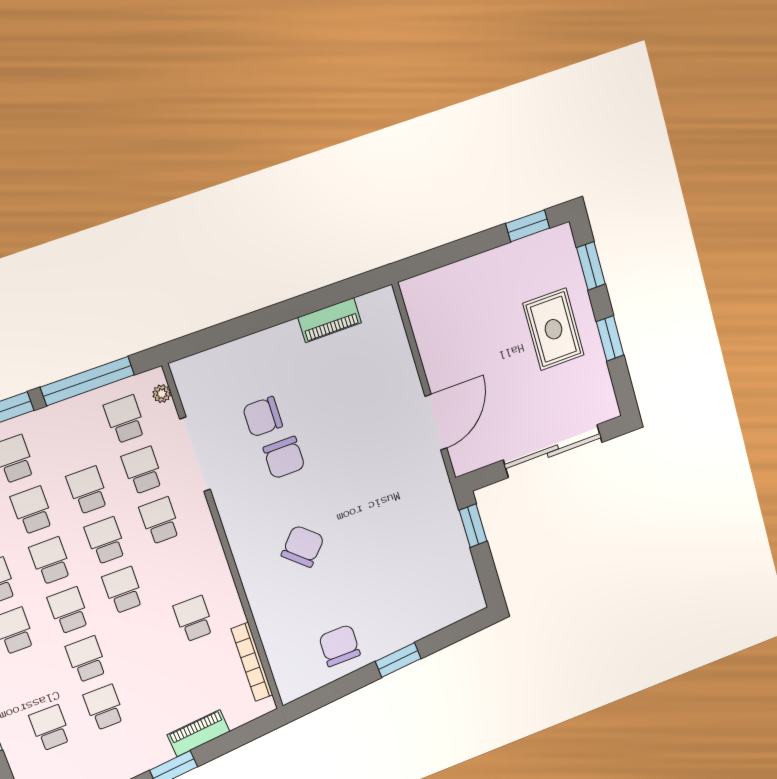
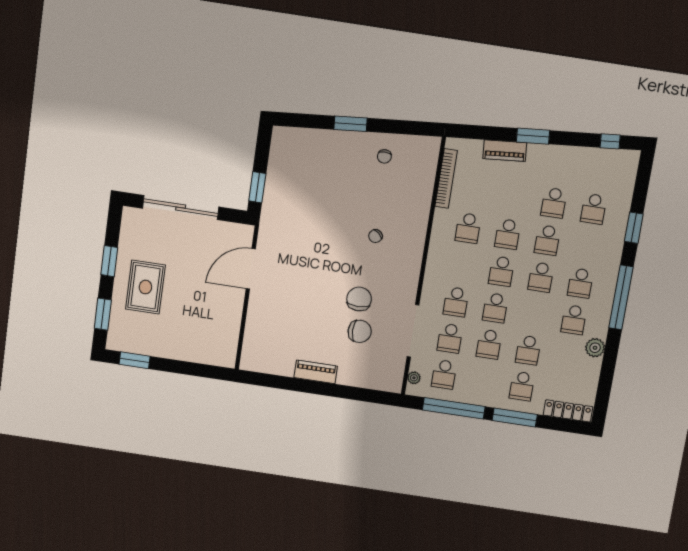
piano: (330, 320) -> (316, 372), moved
chair: (303, 546) -> (376, 236), width x0.54, depth x0.54
school desk: (51, 561) -> (508, 234), moved
chair: (340, 646) -> (384, 156), width x0.54, depth x0.54

